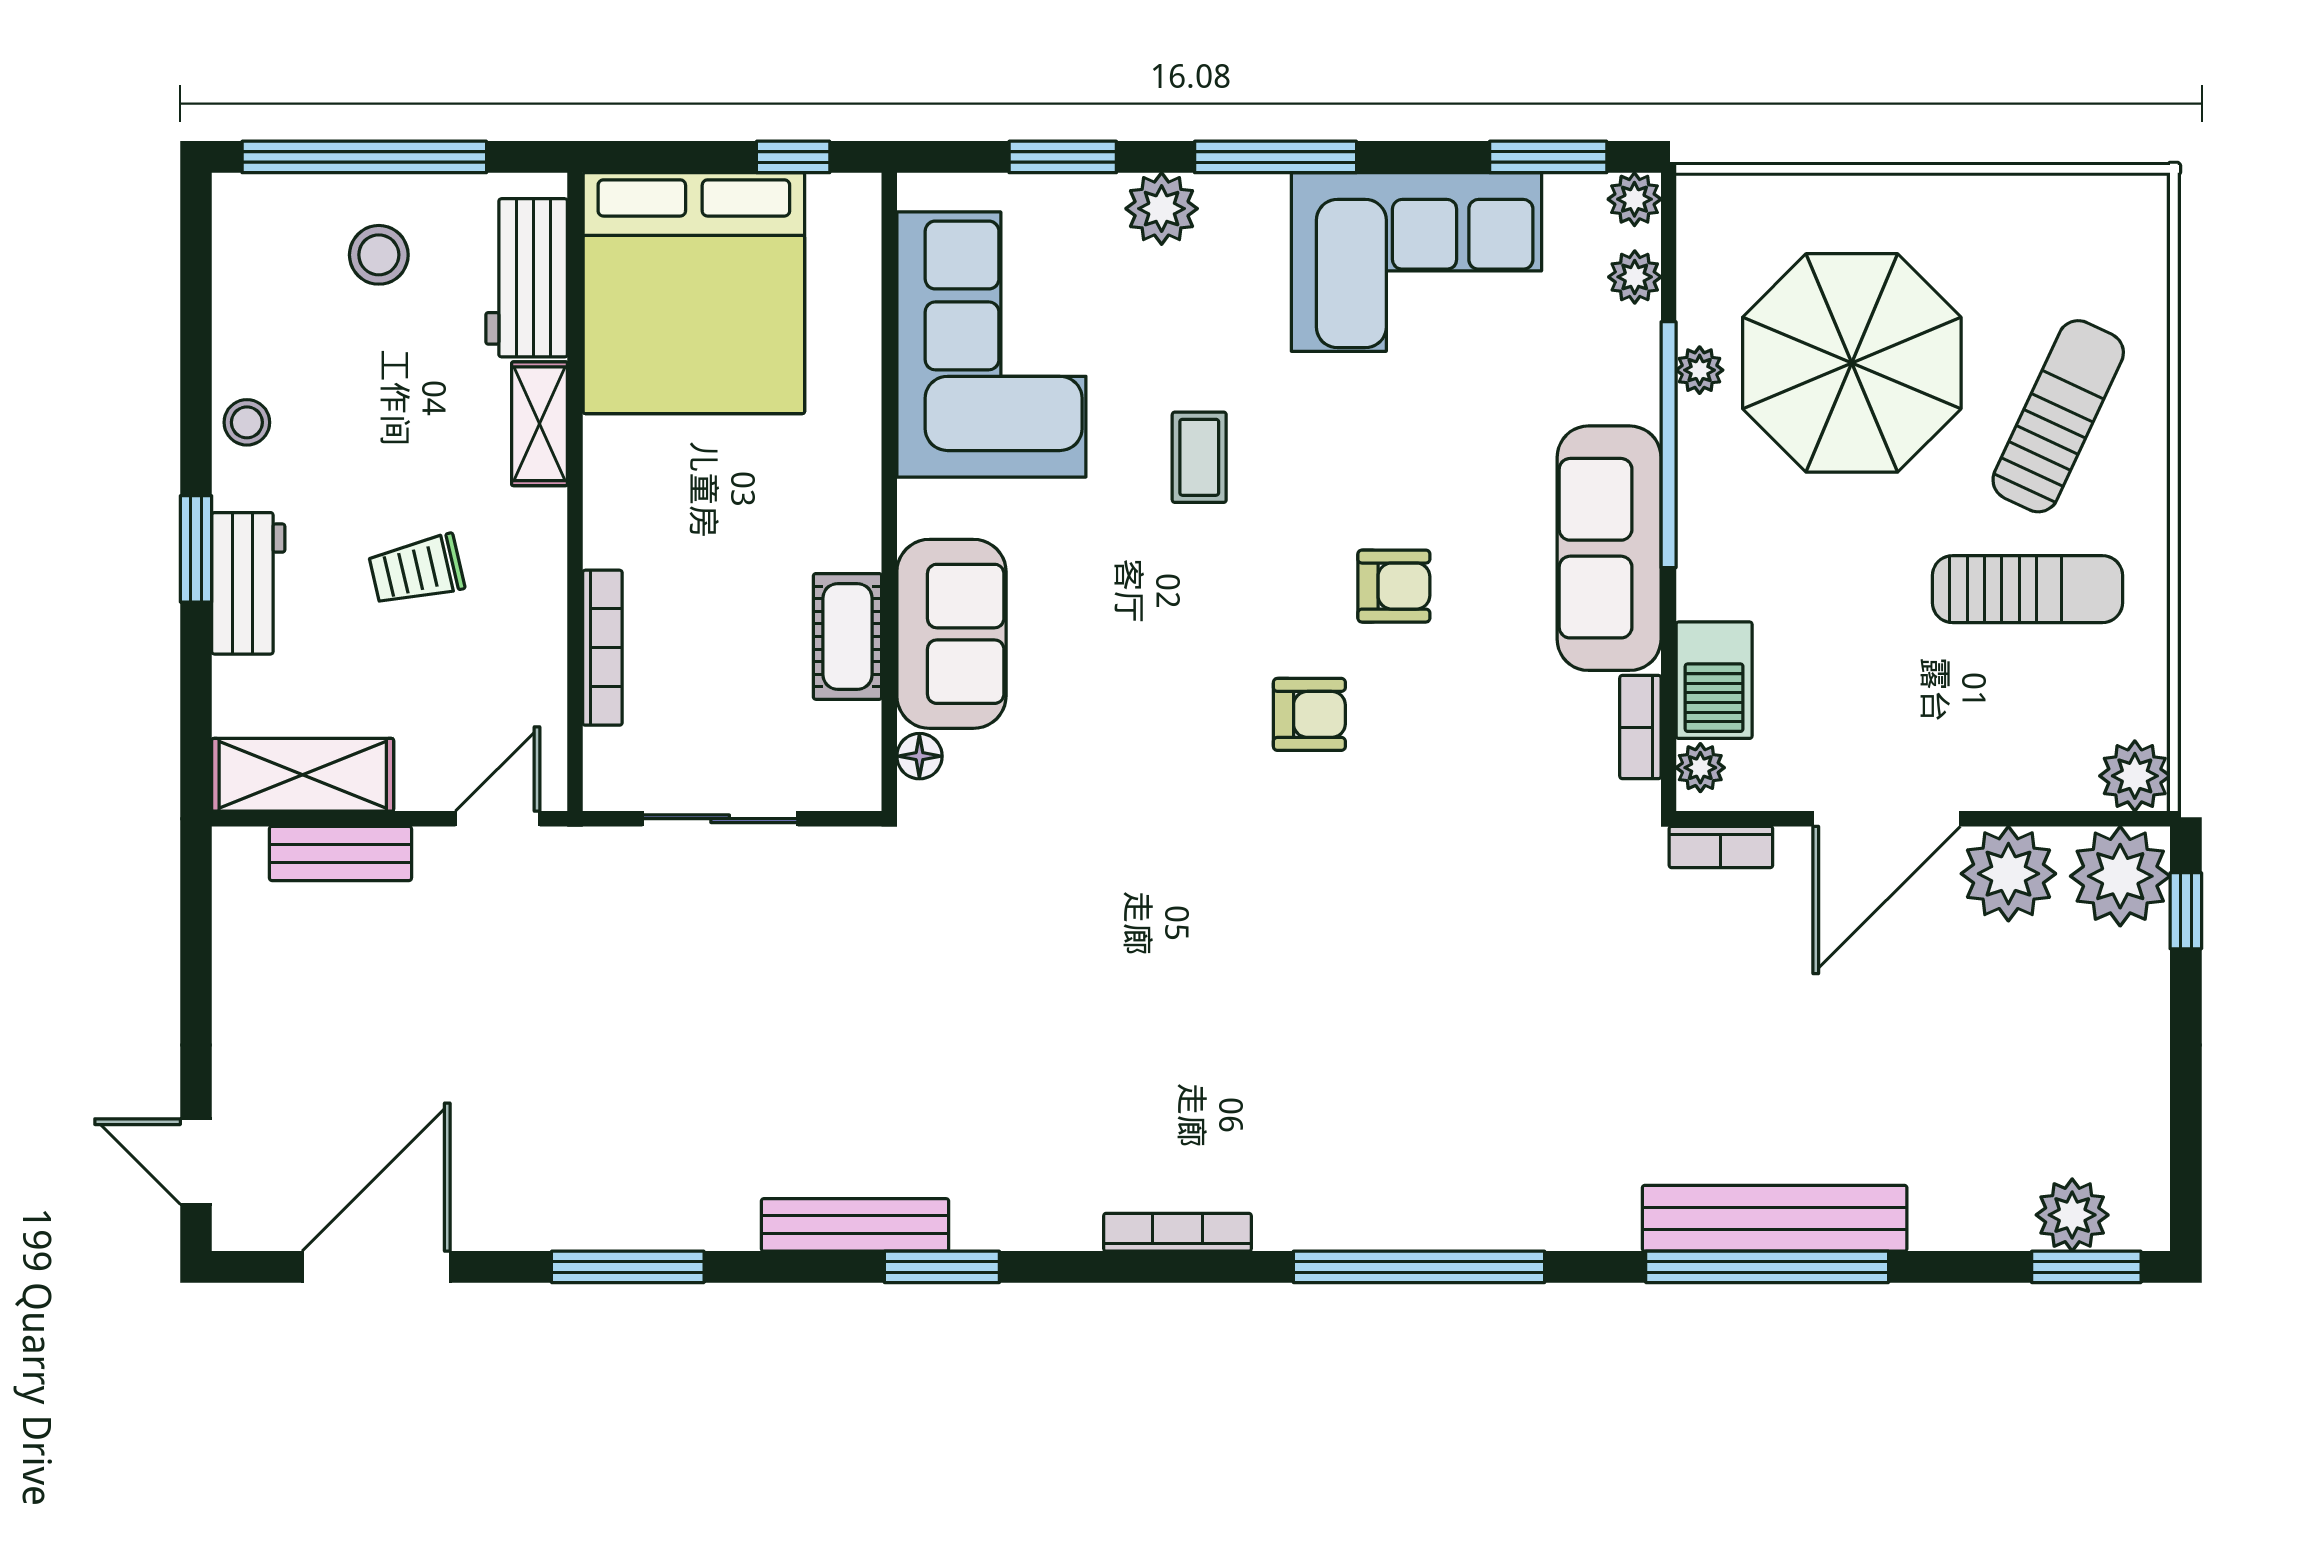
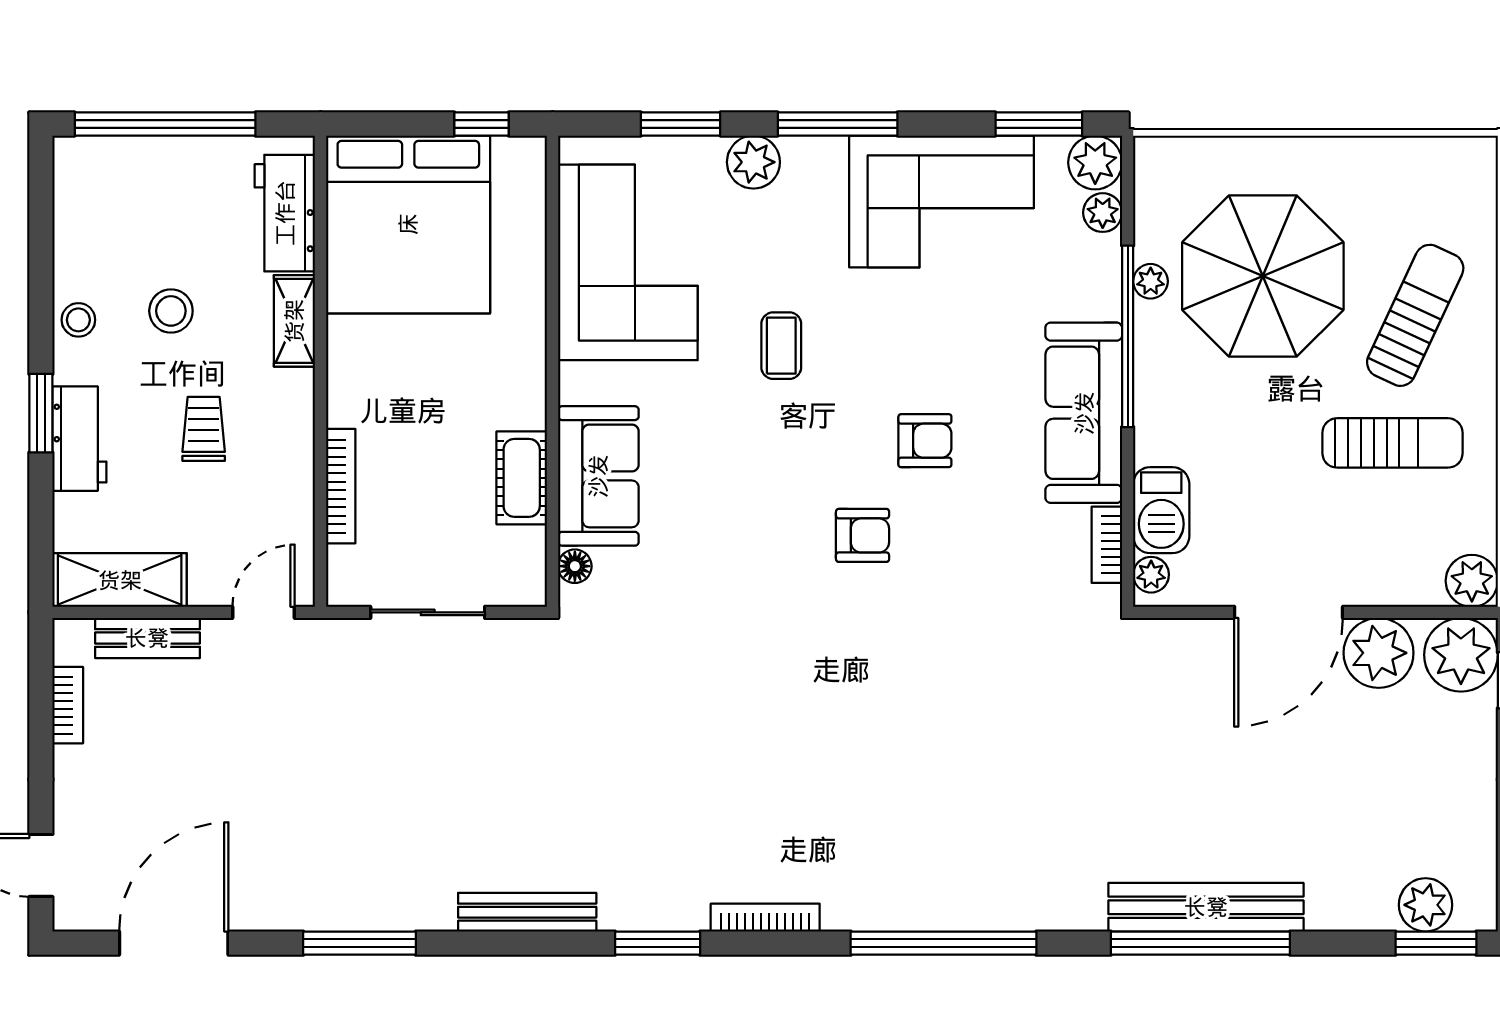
plant: (1634, 199) -> (1095, 163), width x1.38, depth x1.38
stool: (379, 255) -> (171, 311), moved
trolley: (417, 570) -> (204, 429), turned 103
bookcase: (1721, 847) -> (68, 705), moved, turned -90
window: (942, 1267) -> (658, 943), moved

